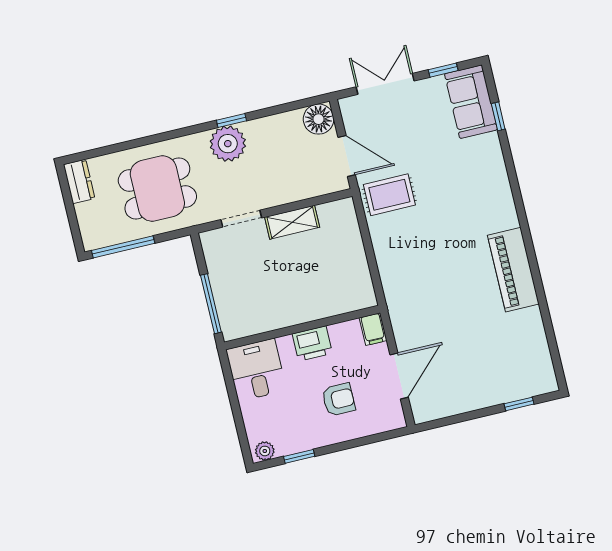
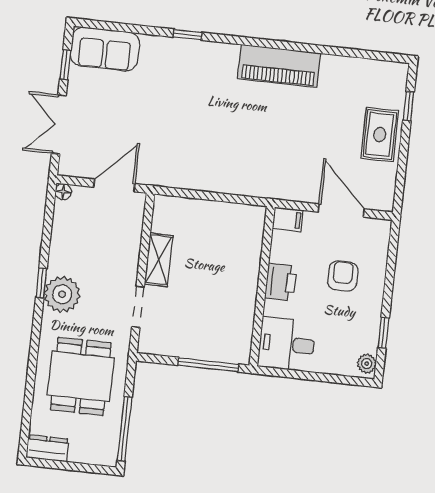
window: (498, 116) -> (188, 35), moved
floor lamp: (319, 119) -> (63, 192), width x0.53, depth x0.53
rug: (389, 195) -> (380, 135), moved

